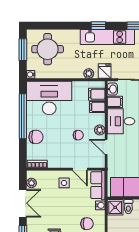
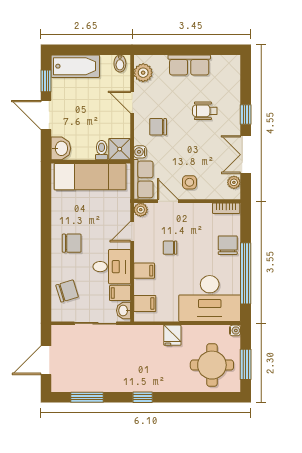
kitchen unit: (107, 37) -> (130, 382), removed
fridge: (105, 71) -> (172, 335), moved
plant: (89, 74) -> (156, 332), removed
filing cabinet: (97, 107) -> (144, 271), moved
plant: (100, 130) -> (141, 210), moved
chair: (36, 137) -> (228, 245), turned 90
door: (106, 147) -> (132, 232), swing flipped

